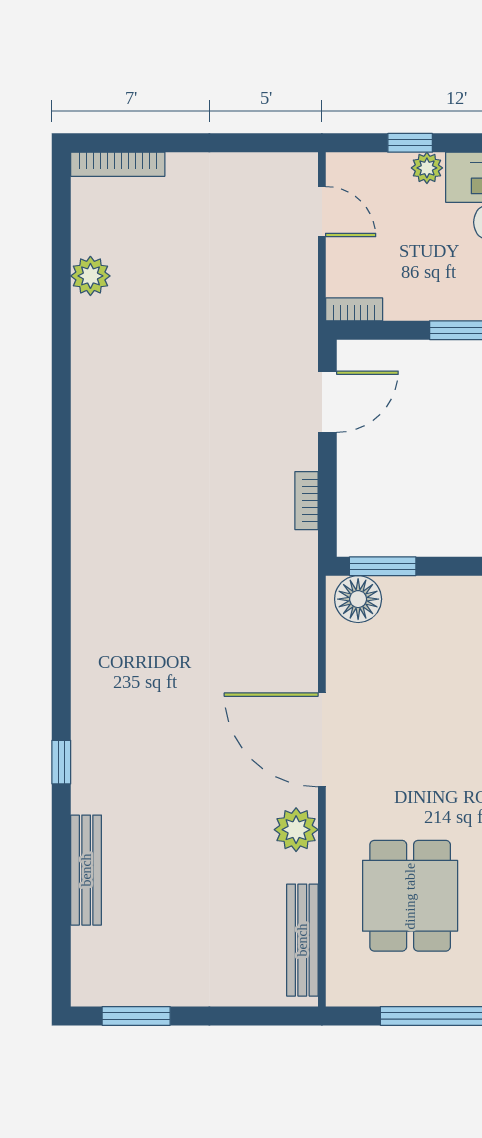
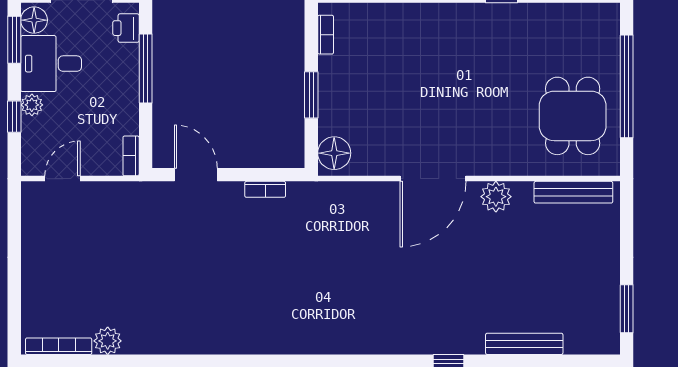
bookcase: (118, 164) -> (59, 346), moved, turned -90
window: (383, 566) -> (311, 95), moved
dining table: (410, 896) -> (573, 116), moved, turned 90

